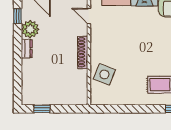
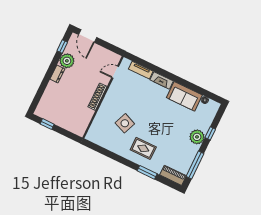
door: (89, 16) -> (115, 72), hinge flipped
side table: (104, 74) -> (125, 123), moved

